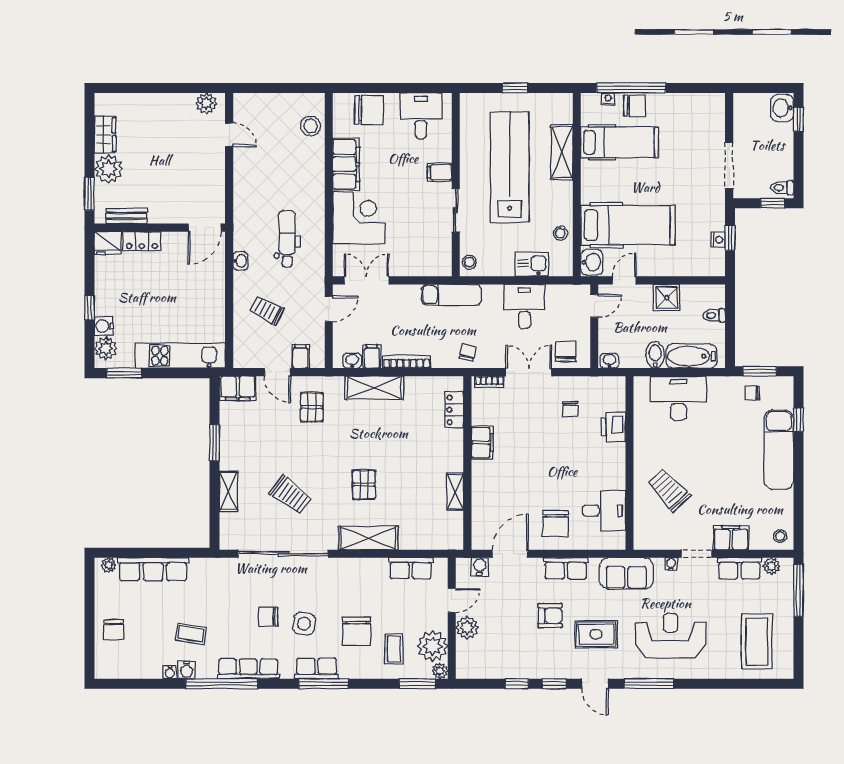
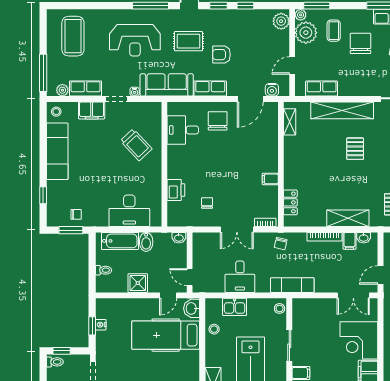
door: (594, 306) -> (190, 277), hinge flipped
chair: (566, 352) -> (210, 244), removed
filing cabinet: (482, 443) -> (270, 179), width x0.50
exam couch: (779, 450) -> (57, 151), moved
shelving: (455, 492) -> (290, 122), moved
shelving: (368, 538) -> (342, 110), width x1.47
sofa: (626, 573) -> (167, 85), width x1.36
plant: (467, 628) -> (281, 21), moved

